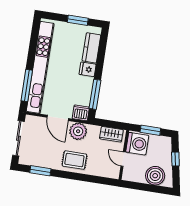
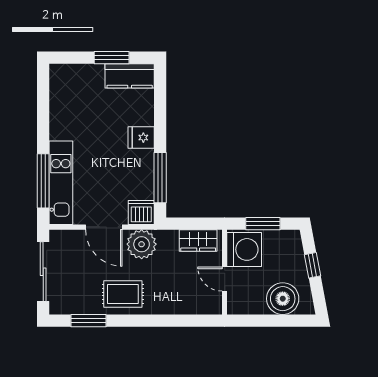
kitchen counter: (91, 48) -> (130, 76), moved, turned -90
kitchen unit: (40, 67) -> (61, 183), width x0.54
rug: (74, 160) -> (123, 294), moved

